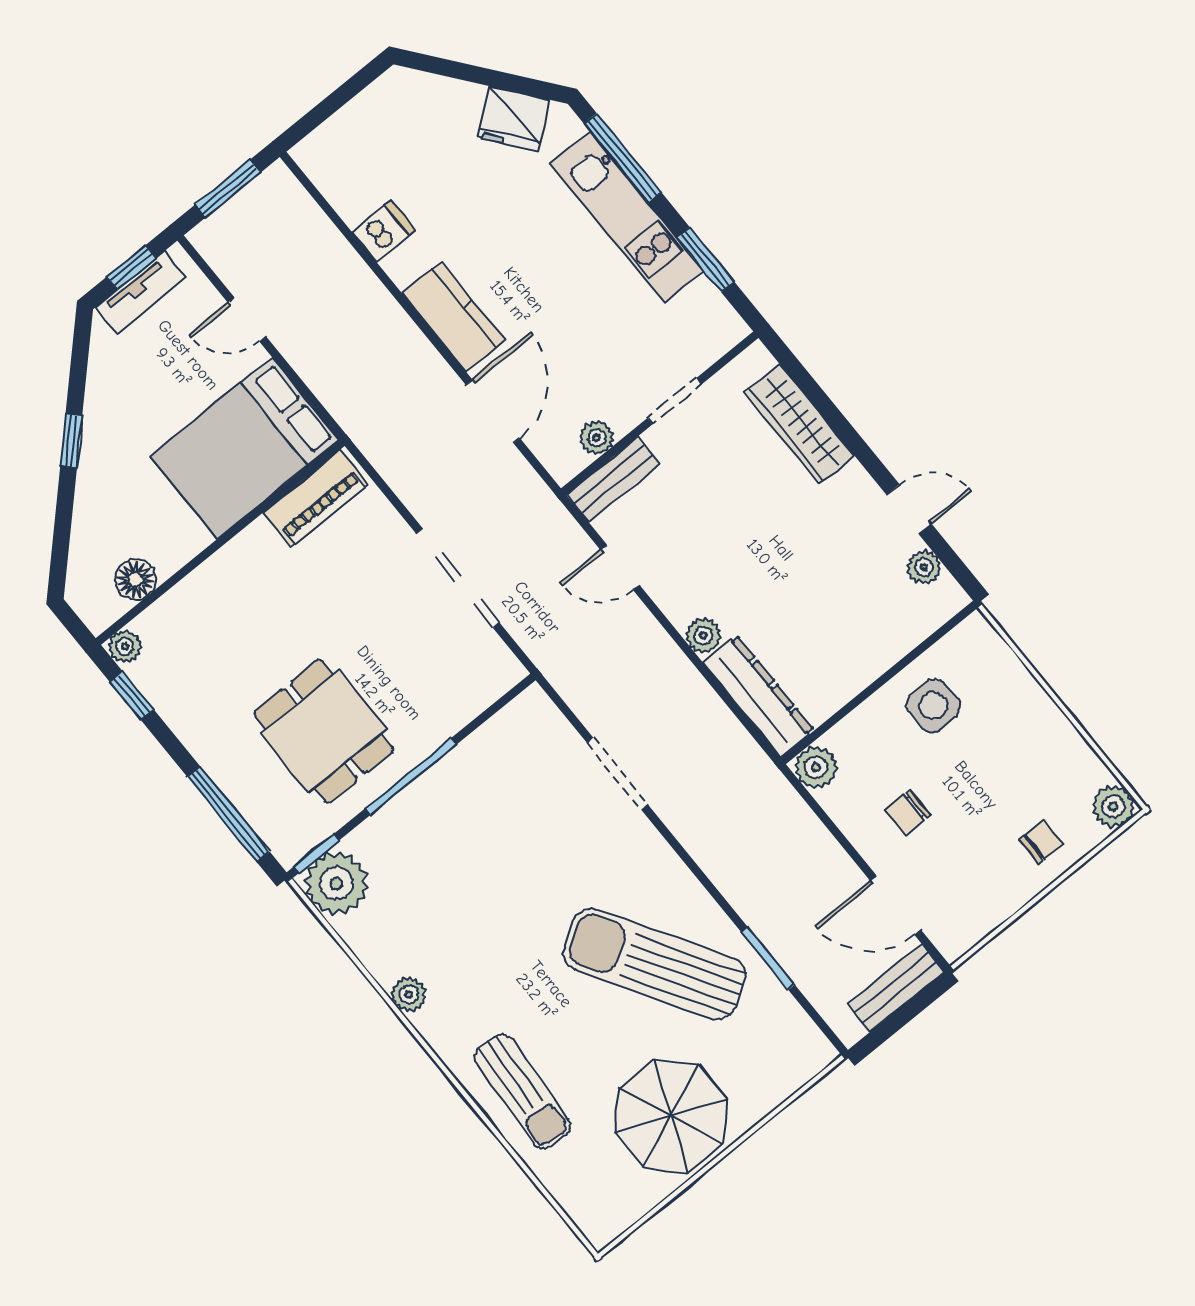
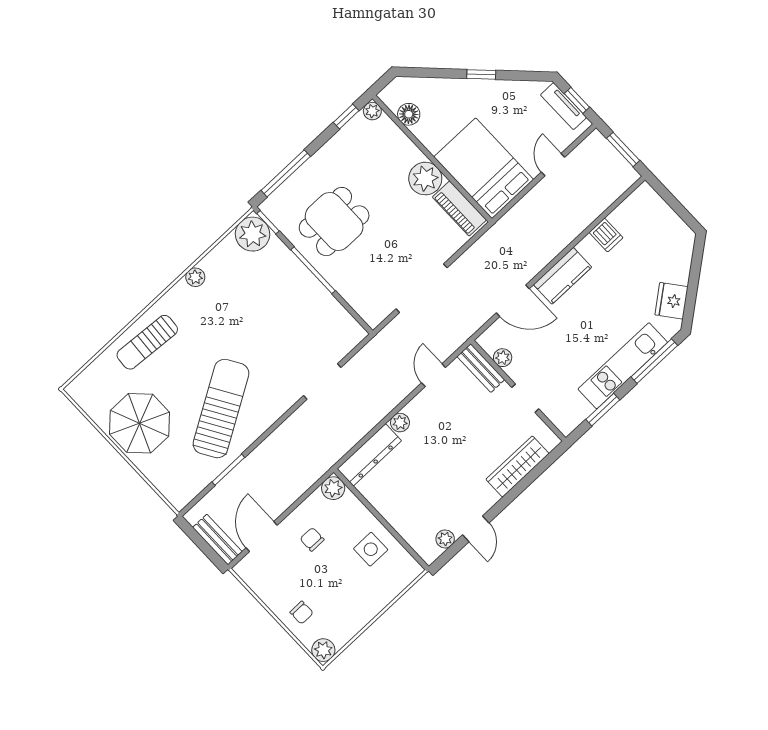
plant: (256, 557) -> (425, 179), added

